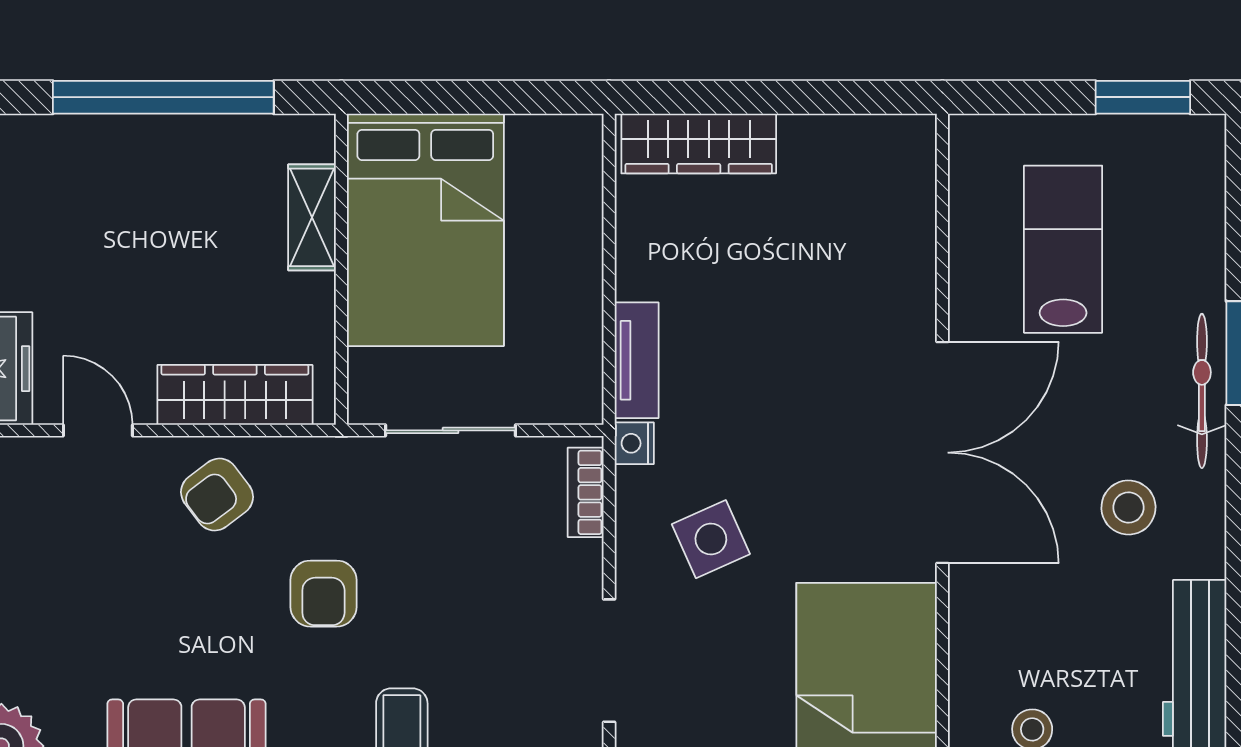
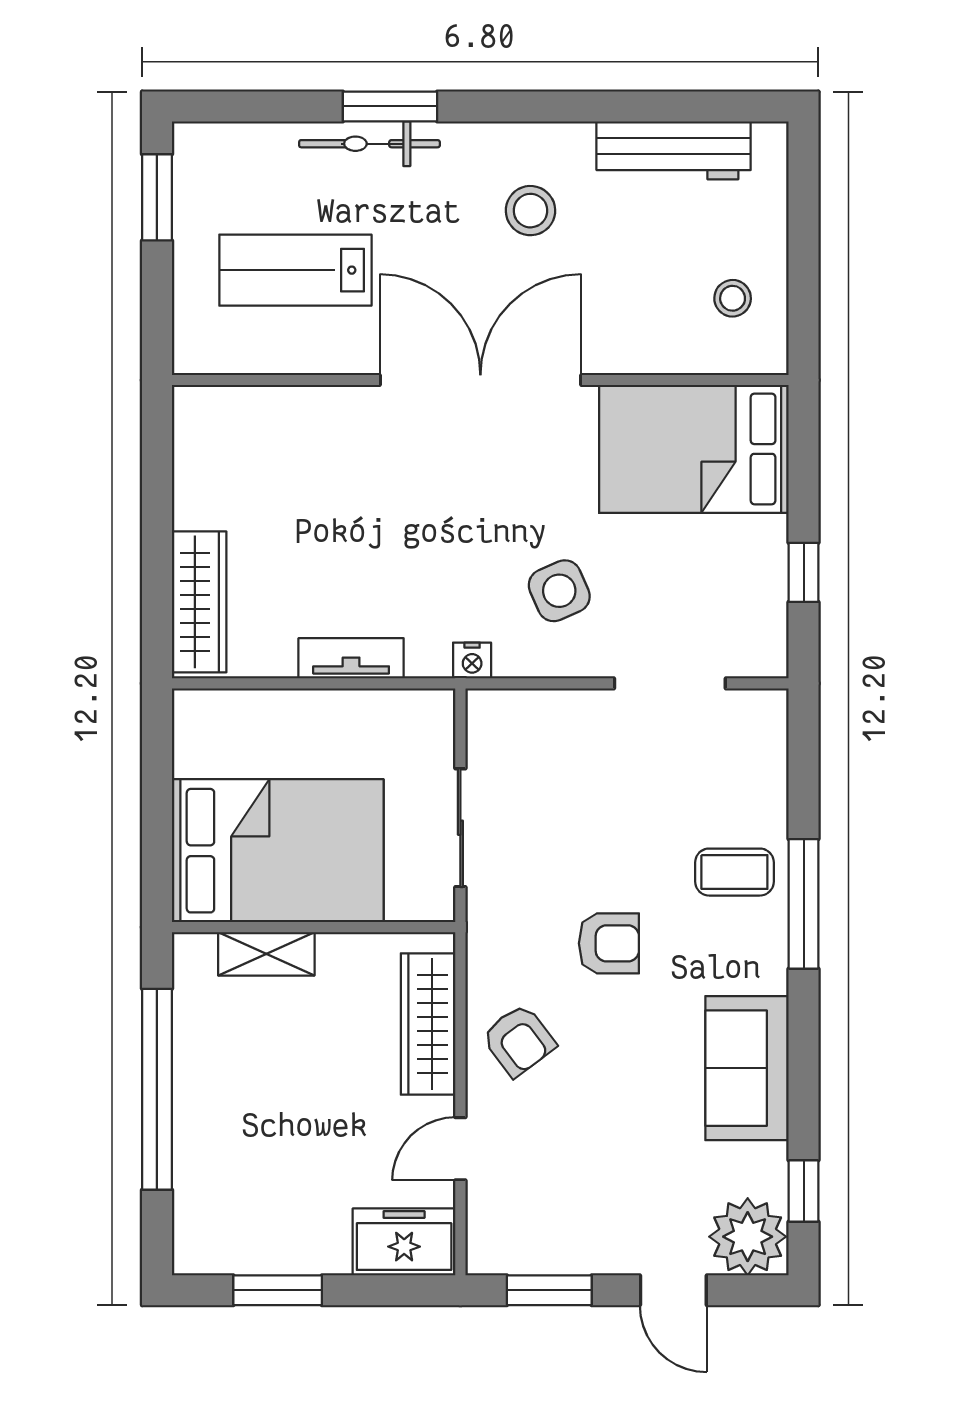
tv unit: (637, 360) -> (351, 658), moved
bicycle: (1202, 391) -> (369, 144), moved
bookcase: (586, 492) -> (517, 705), removed

